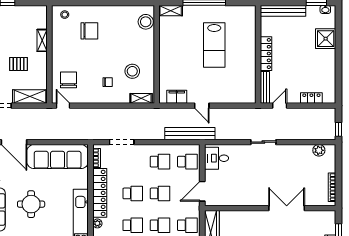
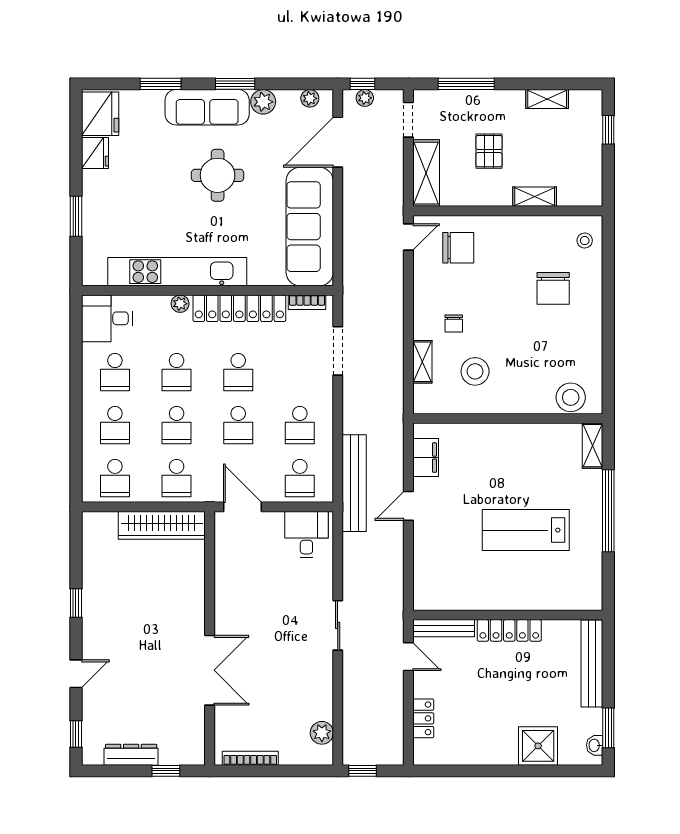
shelving: (141, 98) -> (422, 362), moved

